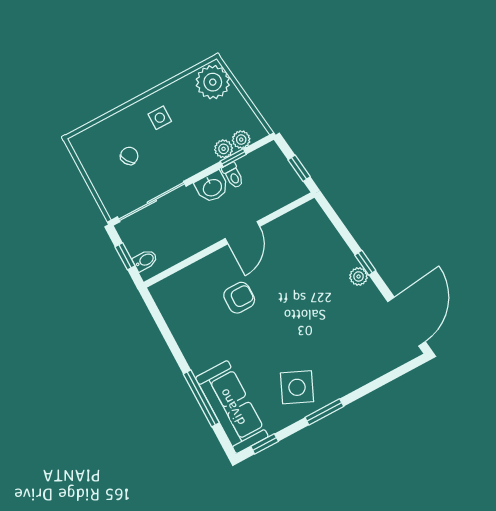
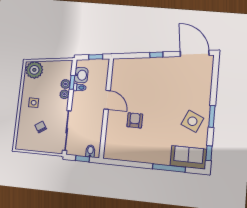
plant: (241, 140) -> (64, 94), moved
washbasin: (212, 187) -> (81, 75), moved
plant: (359, 276) -> (160, 62), removed
sofa: (232, 407) -> (188, 157), width x0.73

